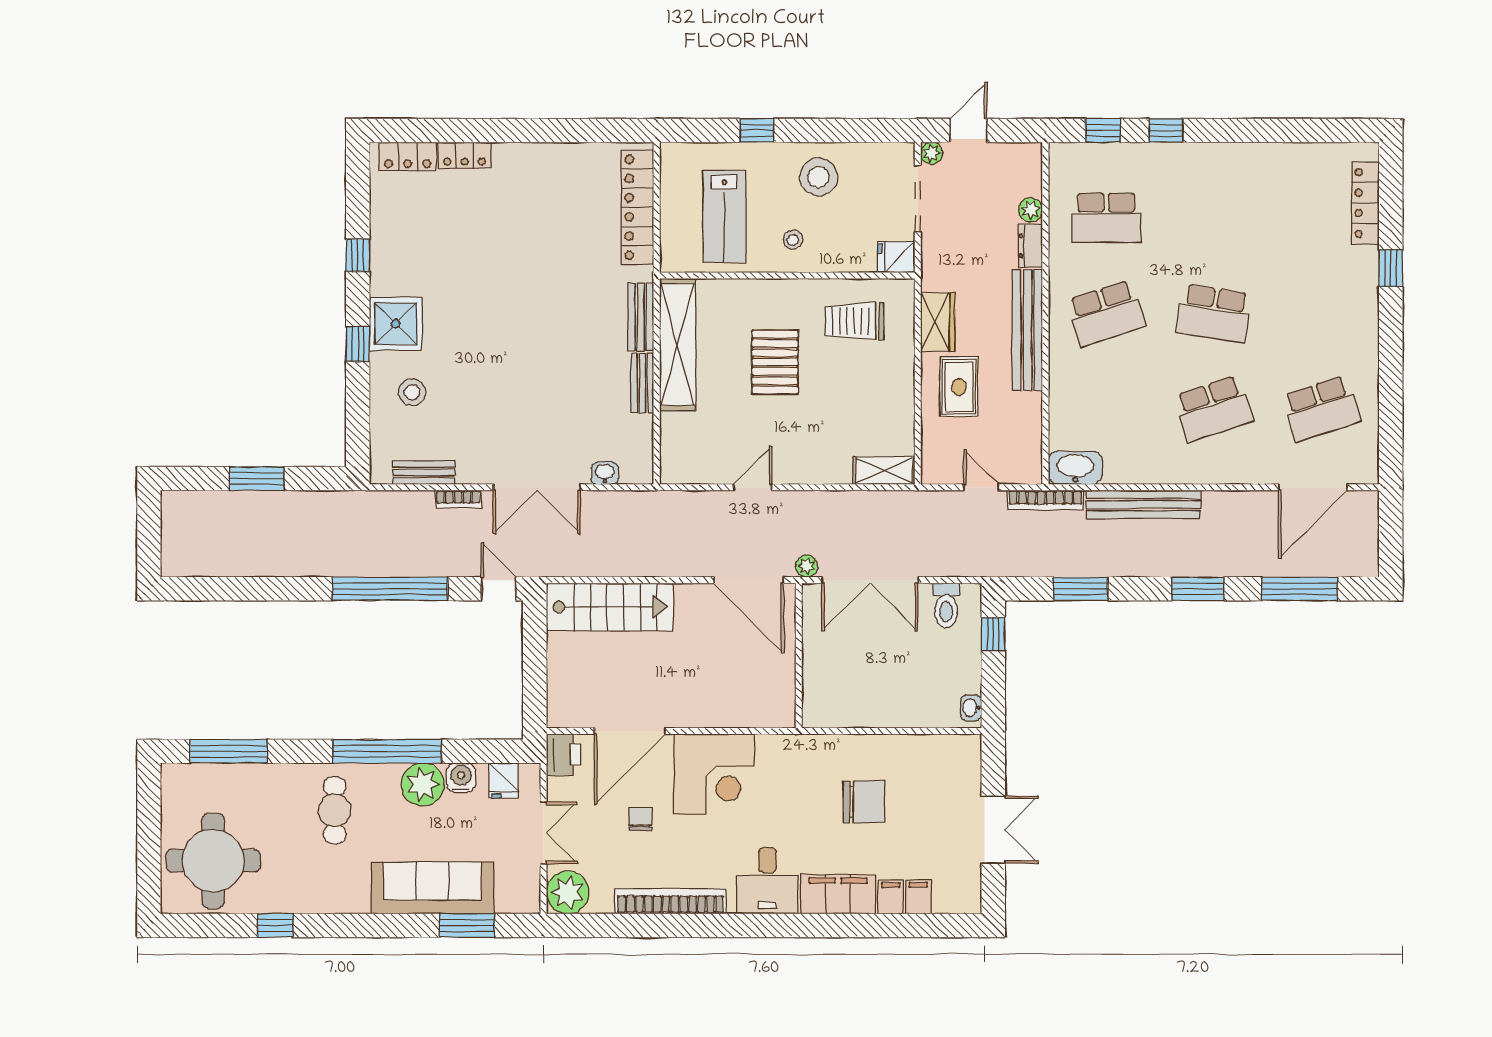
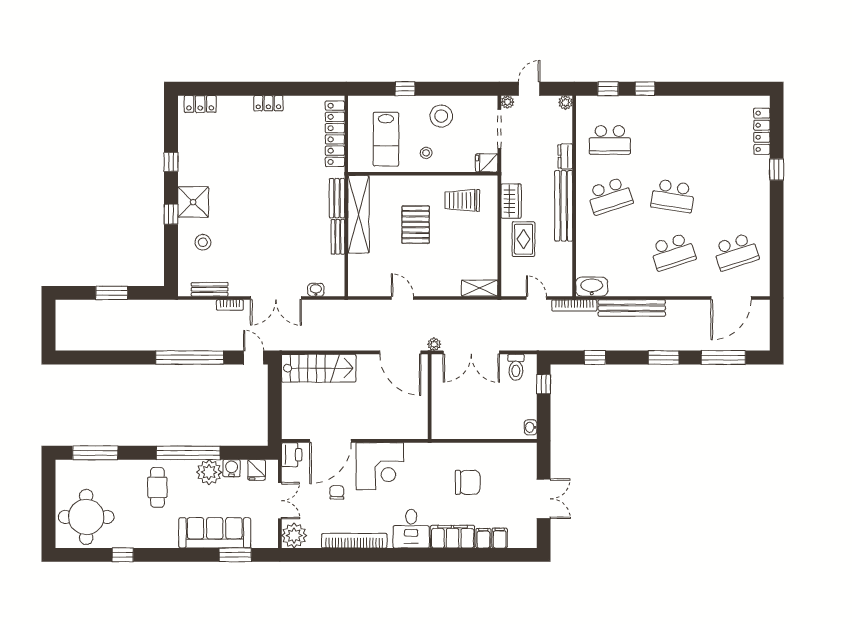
locker: (465, 155) -> (268, 103), moved
plant: (1031, 210) -> (565, 103), moved
door: (753, 487) -> (402, 298), hinge flipped
window: (1081, 589) -> (595, 358), width x0.67

